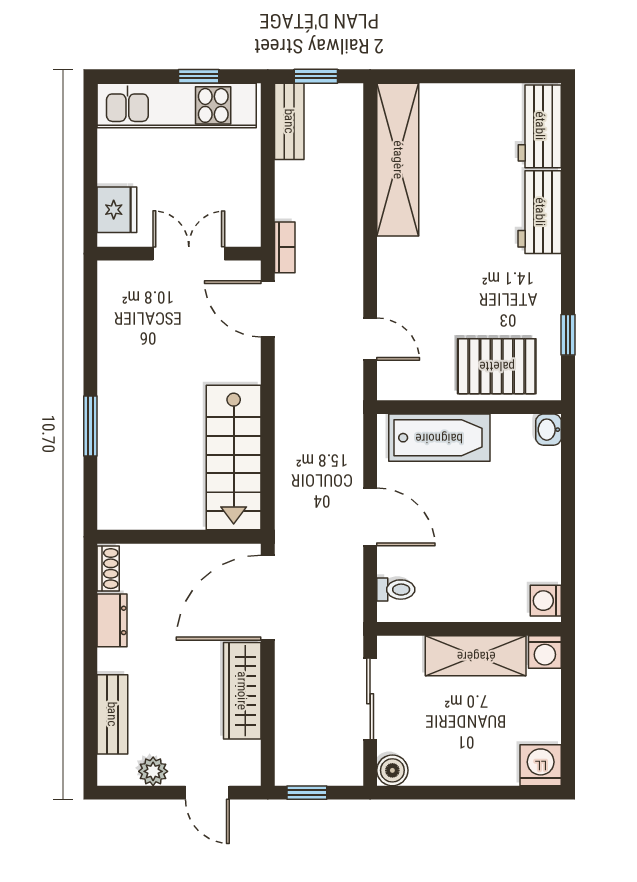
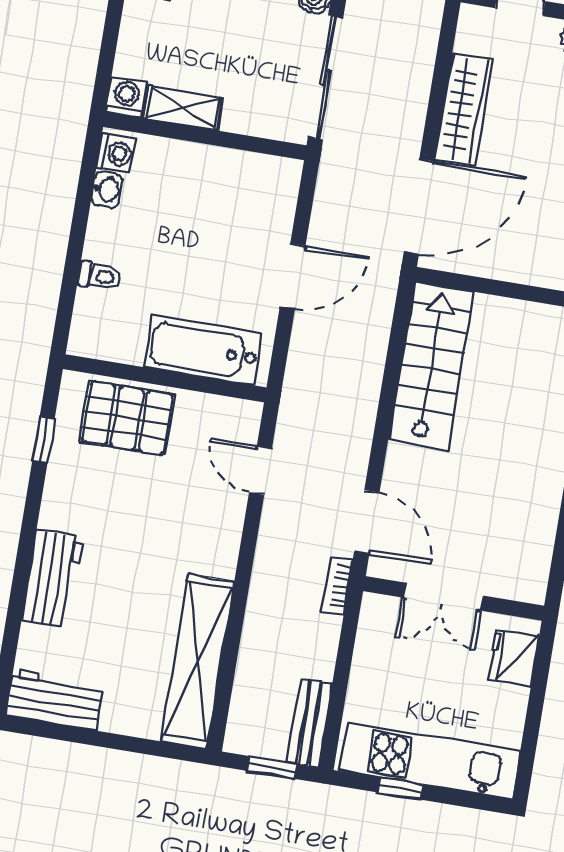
workbench: (540, 126) -> (55, 700), moved, turned -90
washbasin: (549, 430) -> (107, 190), moved
door: (370, 517) -> (293, 276), swing flipped
toilet: (396, 590) -> (100, 276), moved, turned 180
shelving: (476, 656) -> (183, 108), width x0.67, depth x0.75
sliding door: (370, 699) -> (326, 78), width x1.37

